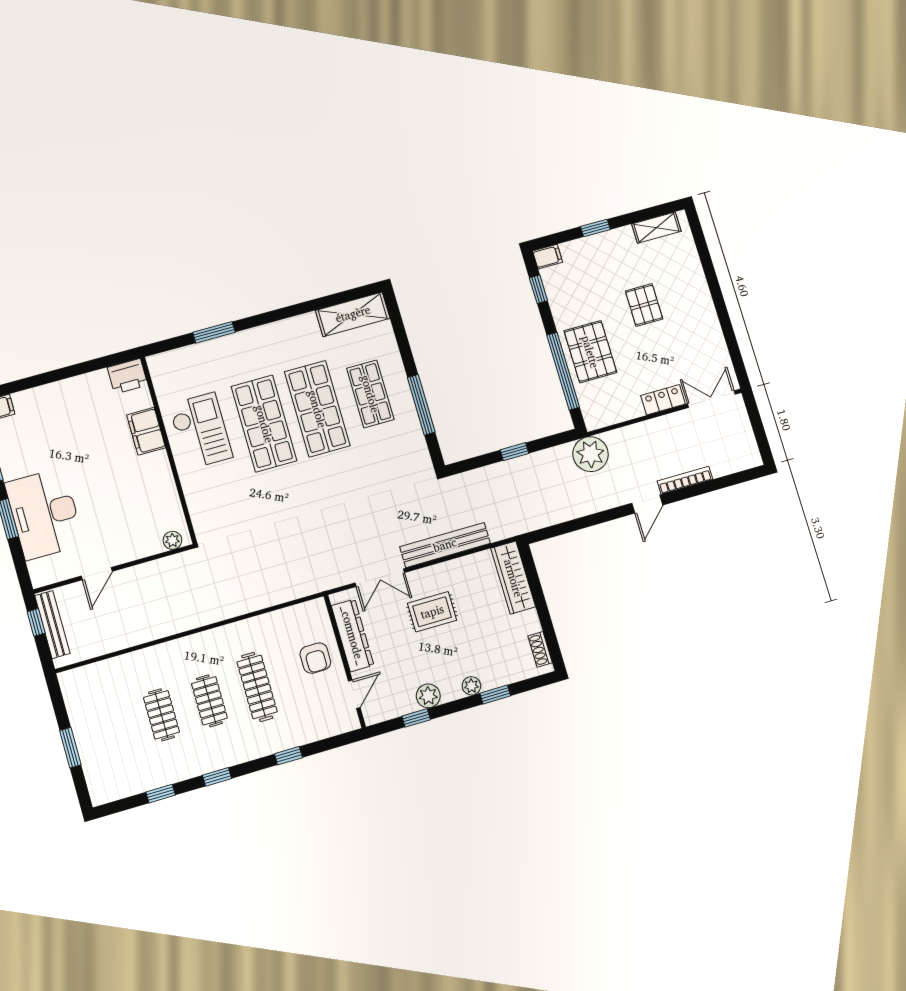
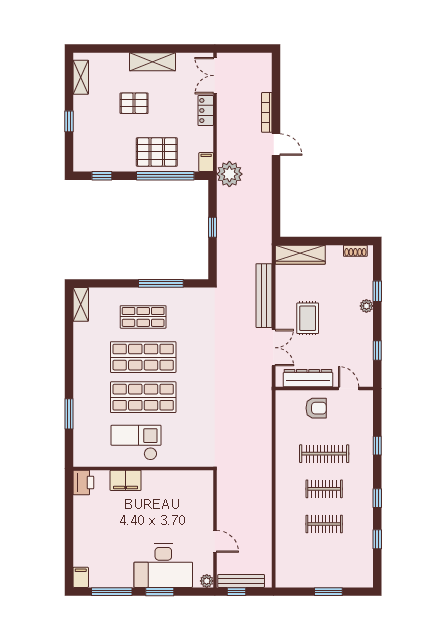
filing cabinet: (548, 257) -> (206, 162), moved
shelving: (353, 314) -> (81, 304), width x0.67, depth x0.75
shelving: (704, 314) -> (152, 62), added
plant: (172, 540) -> (207, 581), moved
plant: (428, 696) -> (365, 338), removed

